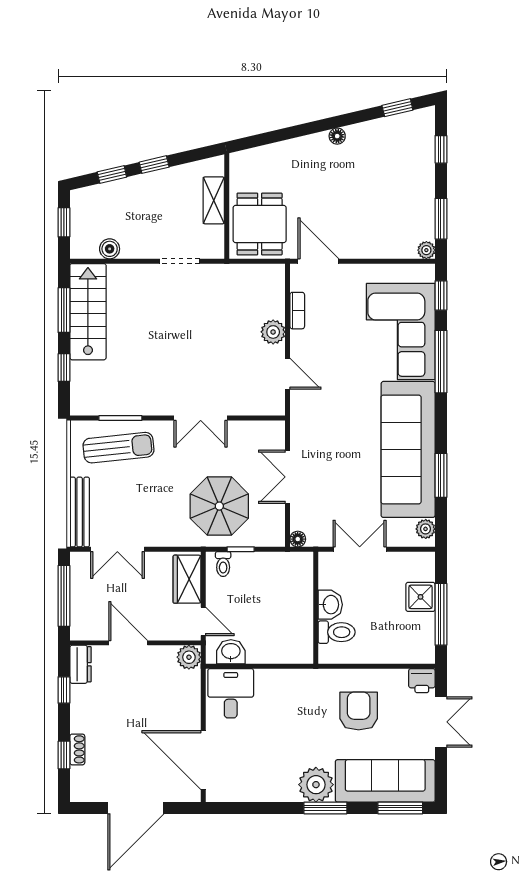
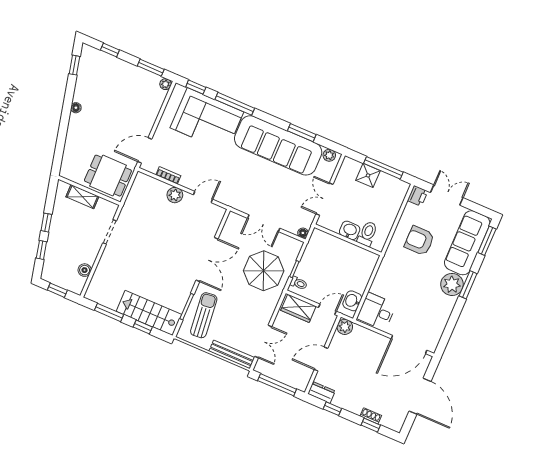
stairs: (88, 312) -> (149, 313), moved
double door: (201, 418) -> (207, 259), width x1.37

